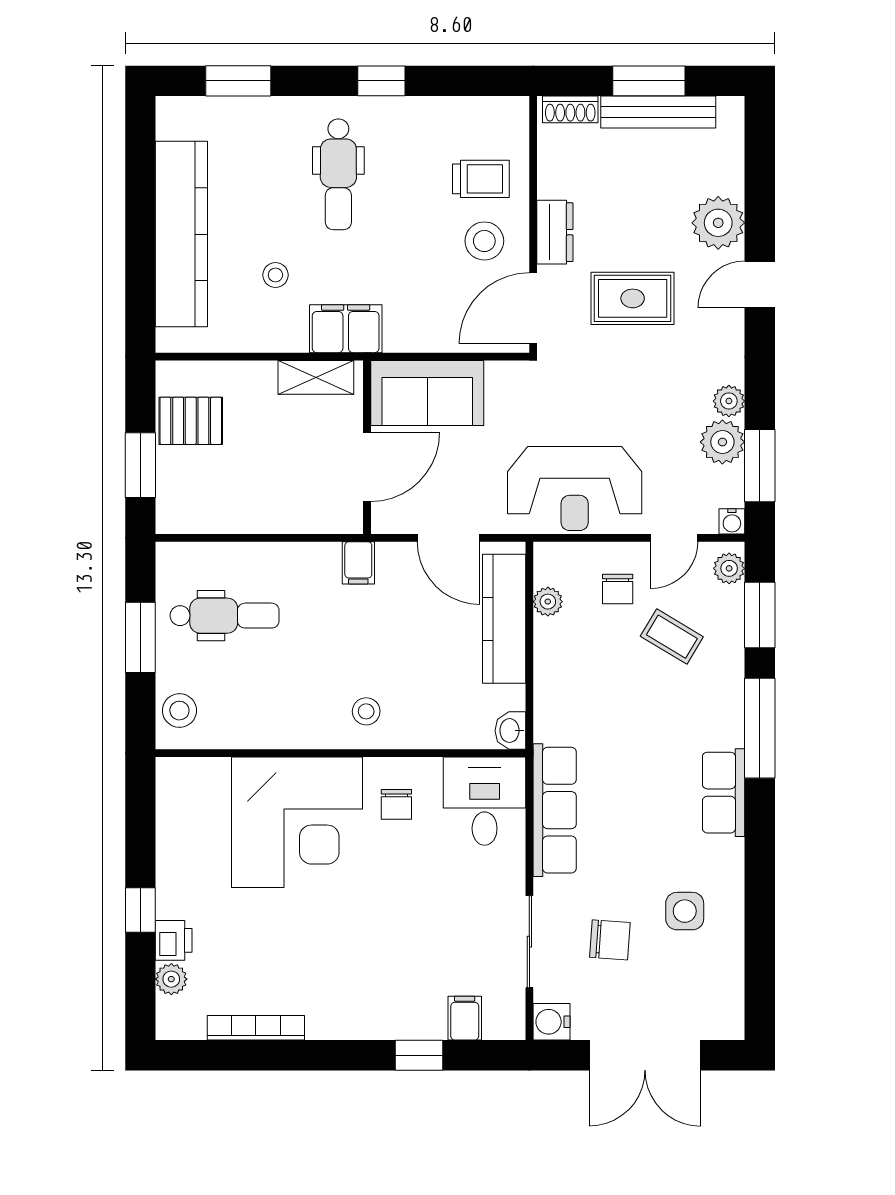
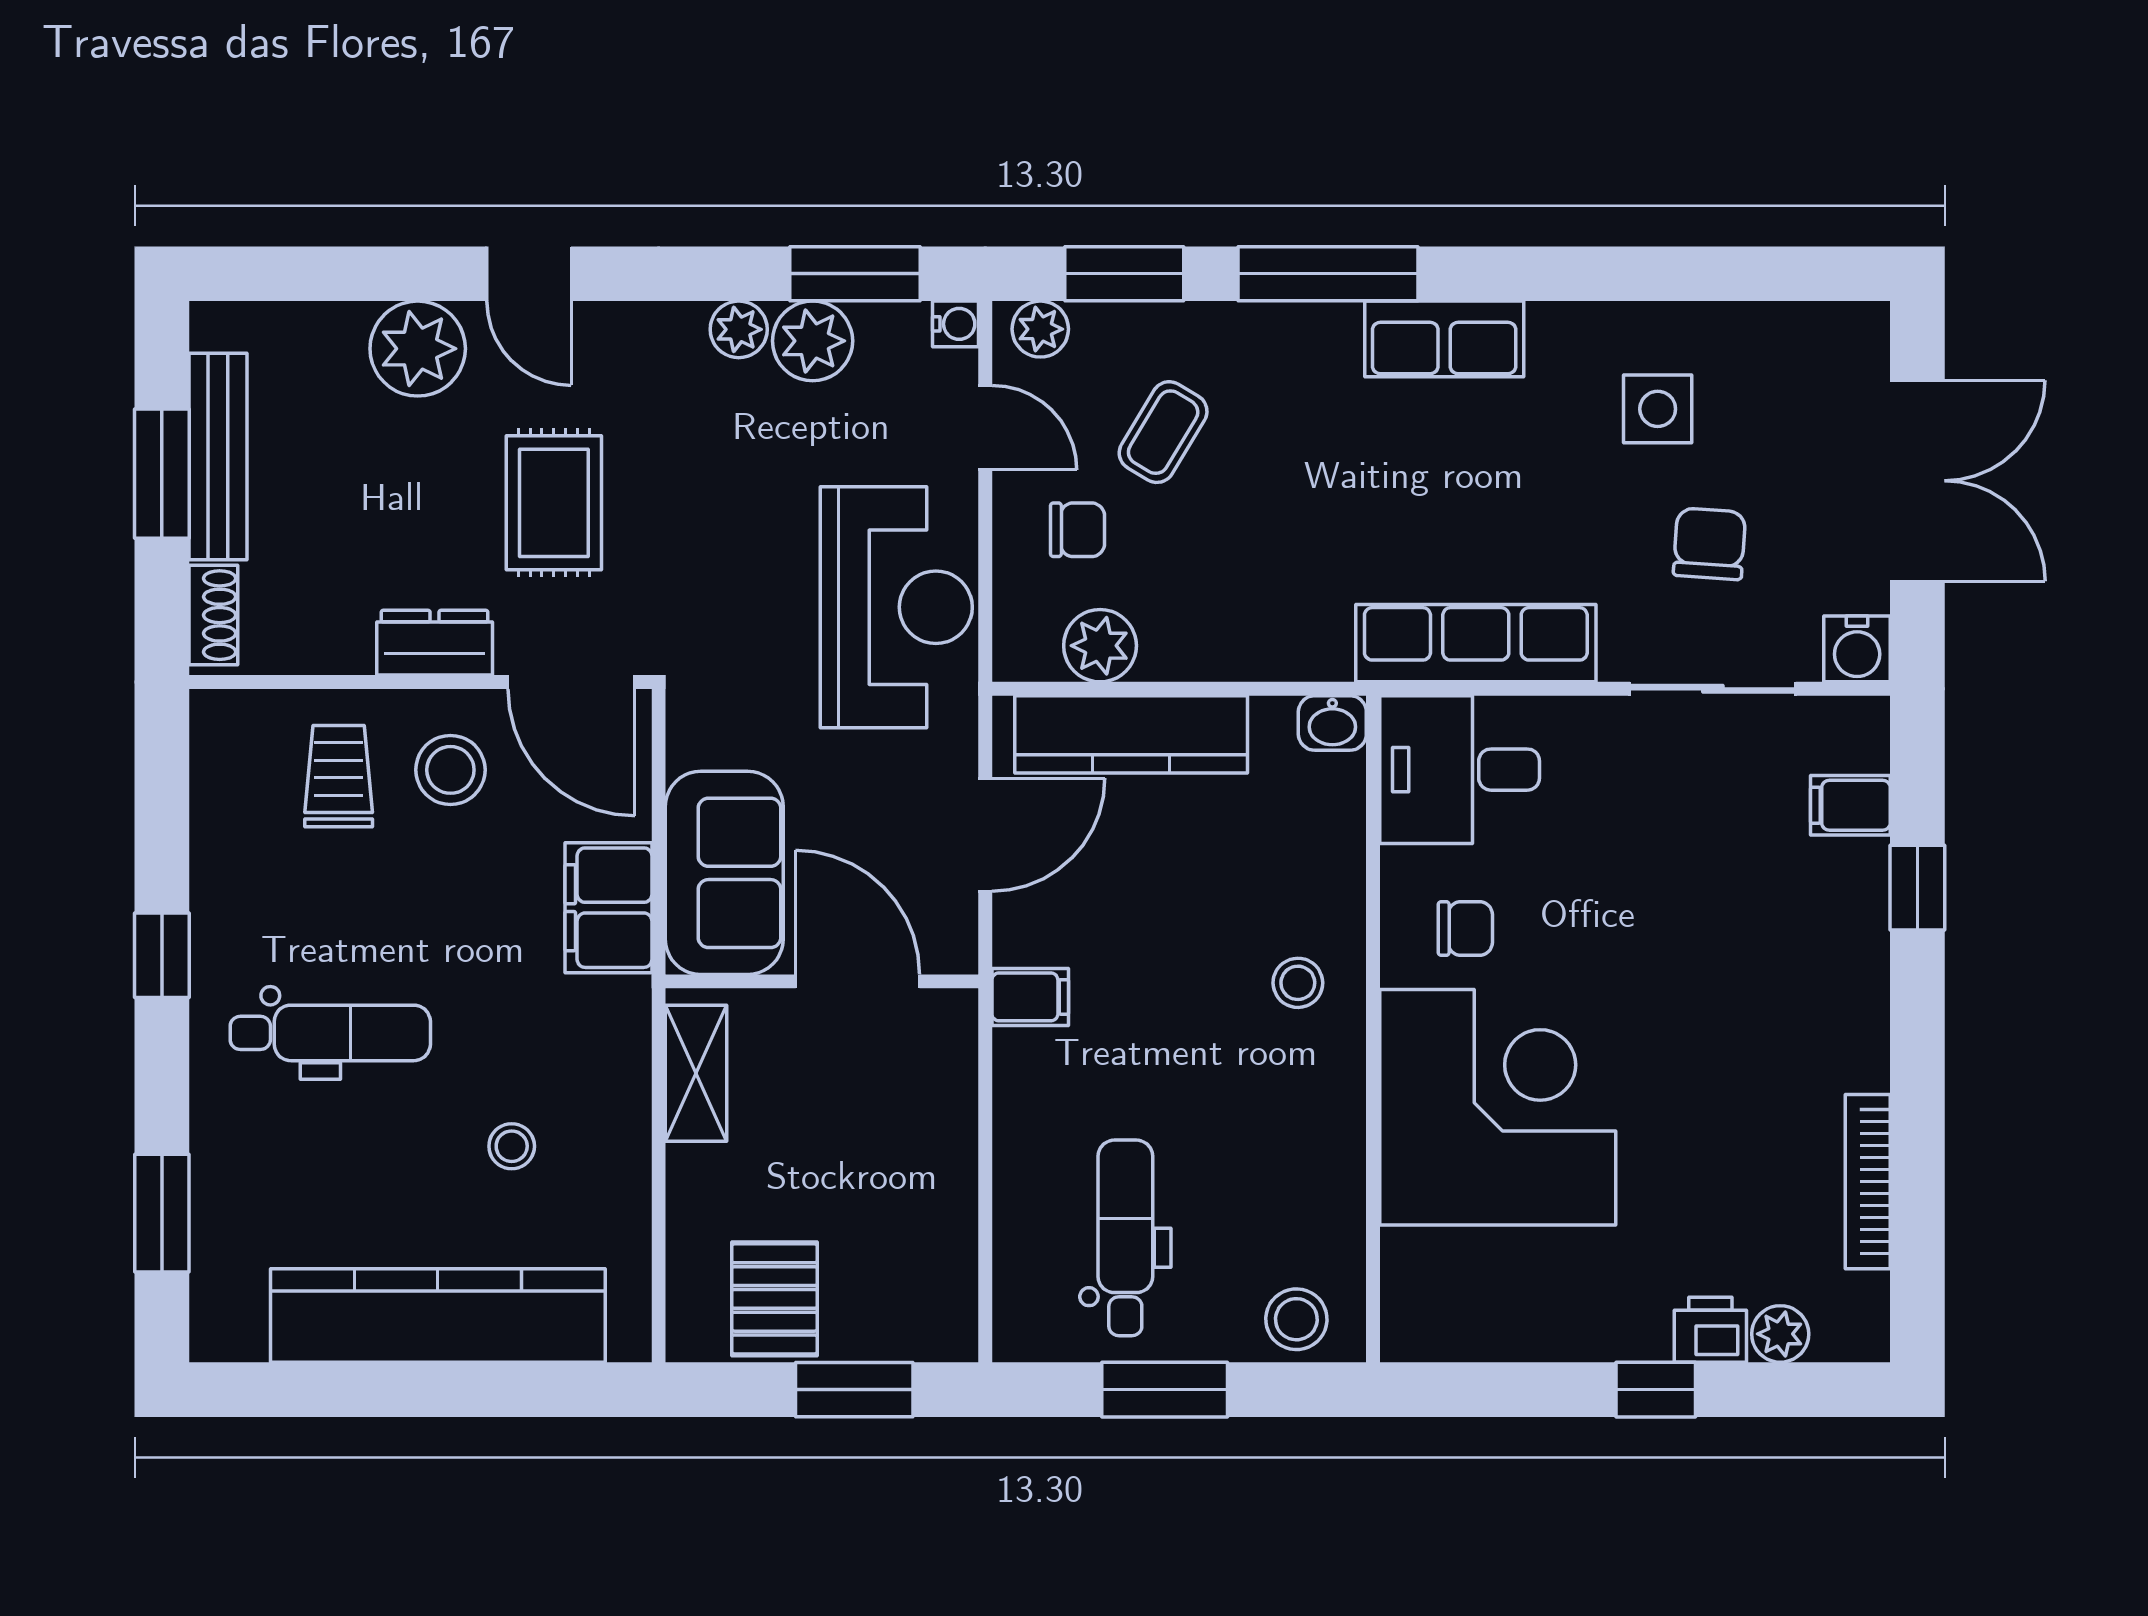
filing cabinet: (346, 329) -> (608, 908), moved
plant: (548, 602) -> (1100, 646), width x1.38, depth x1.38

